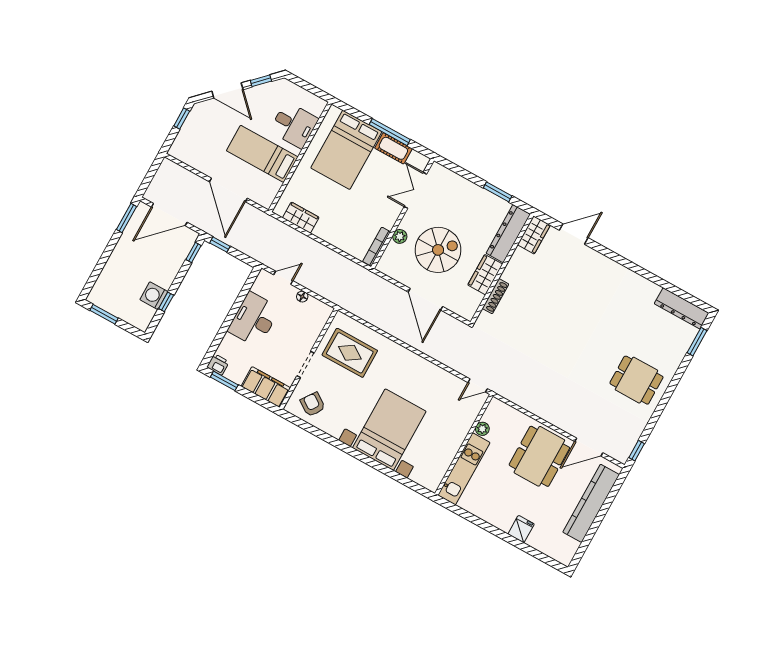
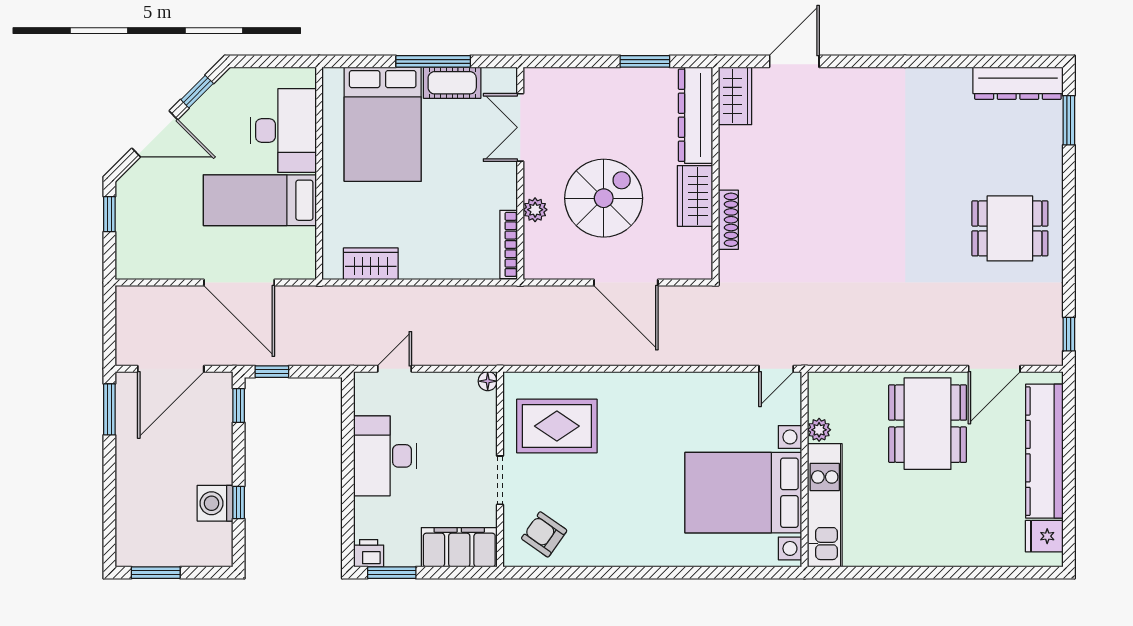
desk: (294, 125) -> (283, 130), width x1.37
floor lamp: (302, 297) -> (488, 381), moved
bed with nightstands: (389, 430) -> (743, 493), moved, turned -90
fridge: (521, 529) -> (1044, 536), moved, turned -90

